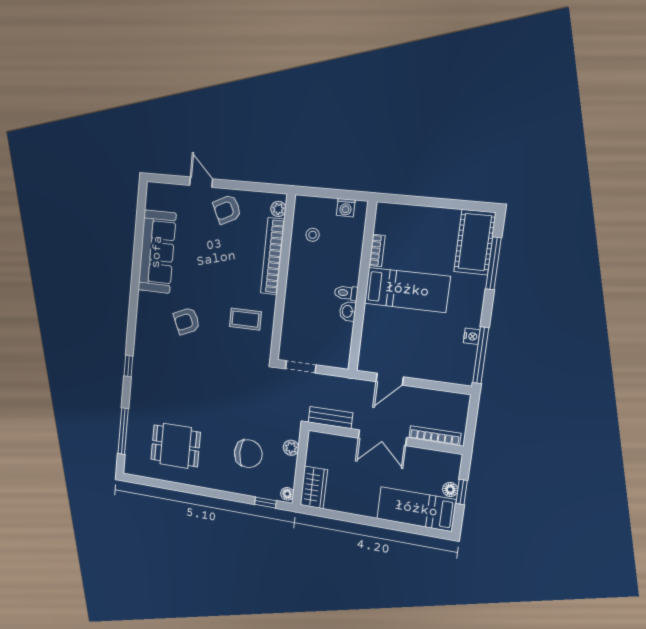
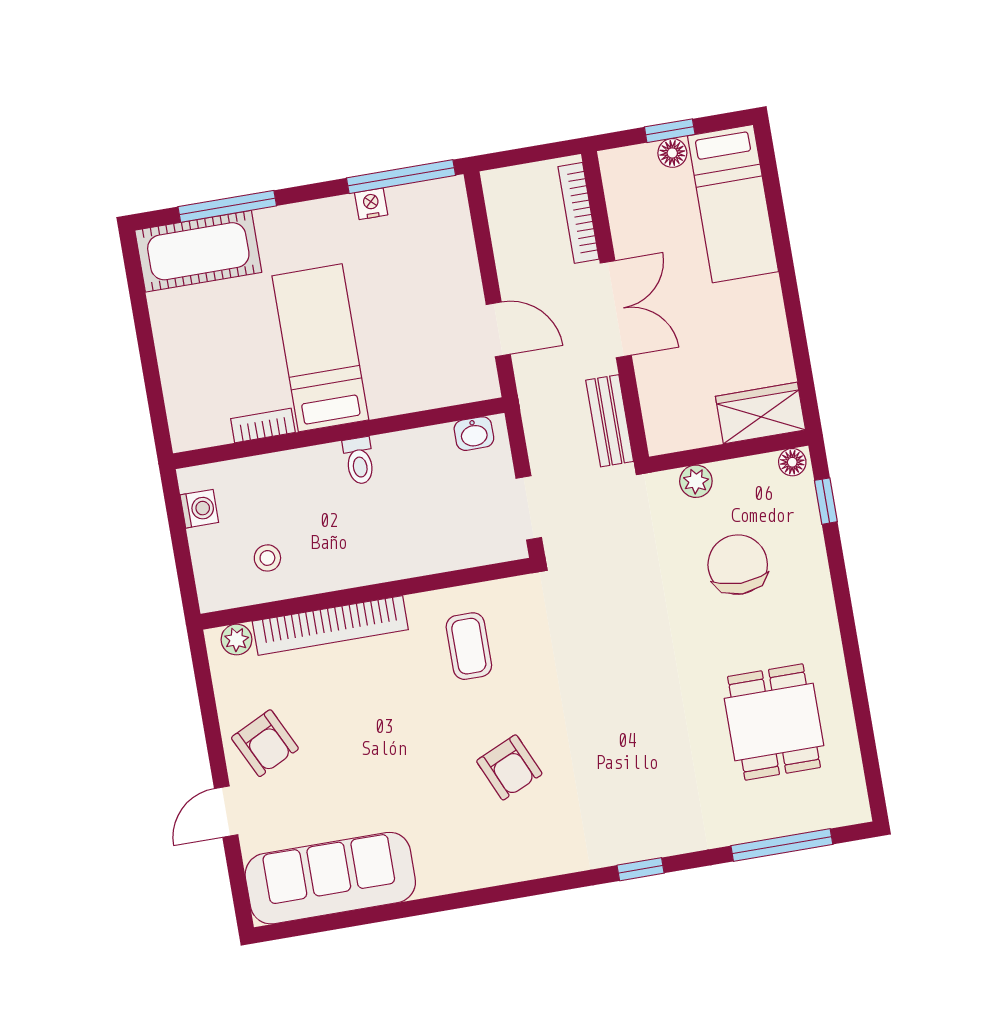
sofa: (157, 252) -> (330, 878), moved
washbasin: (348, 311) -> (474, 434), moved

